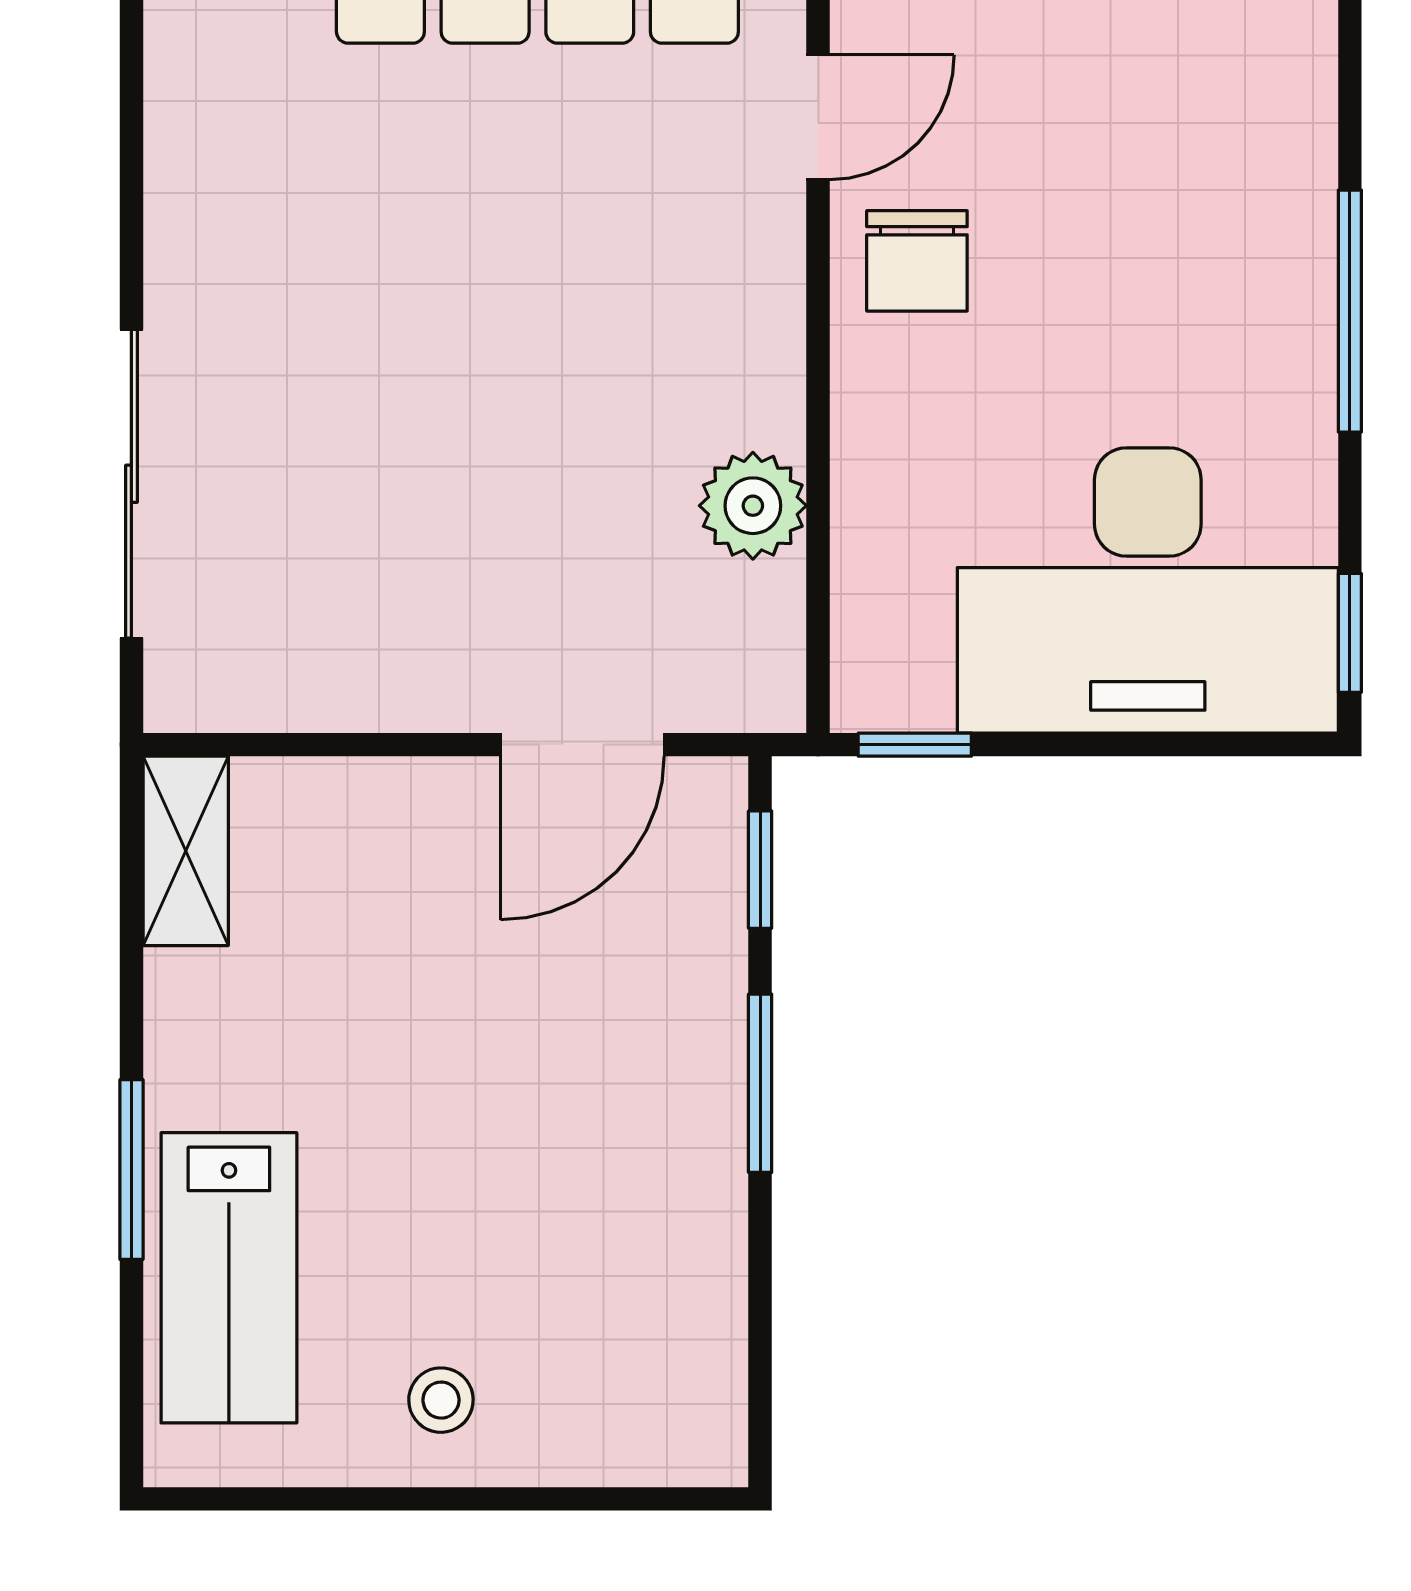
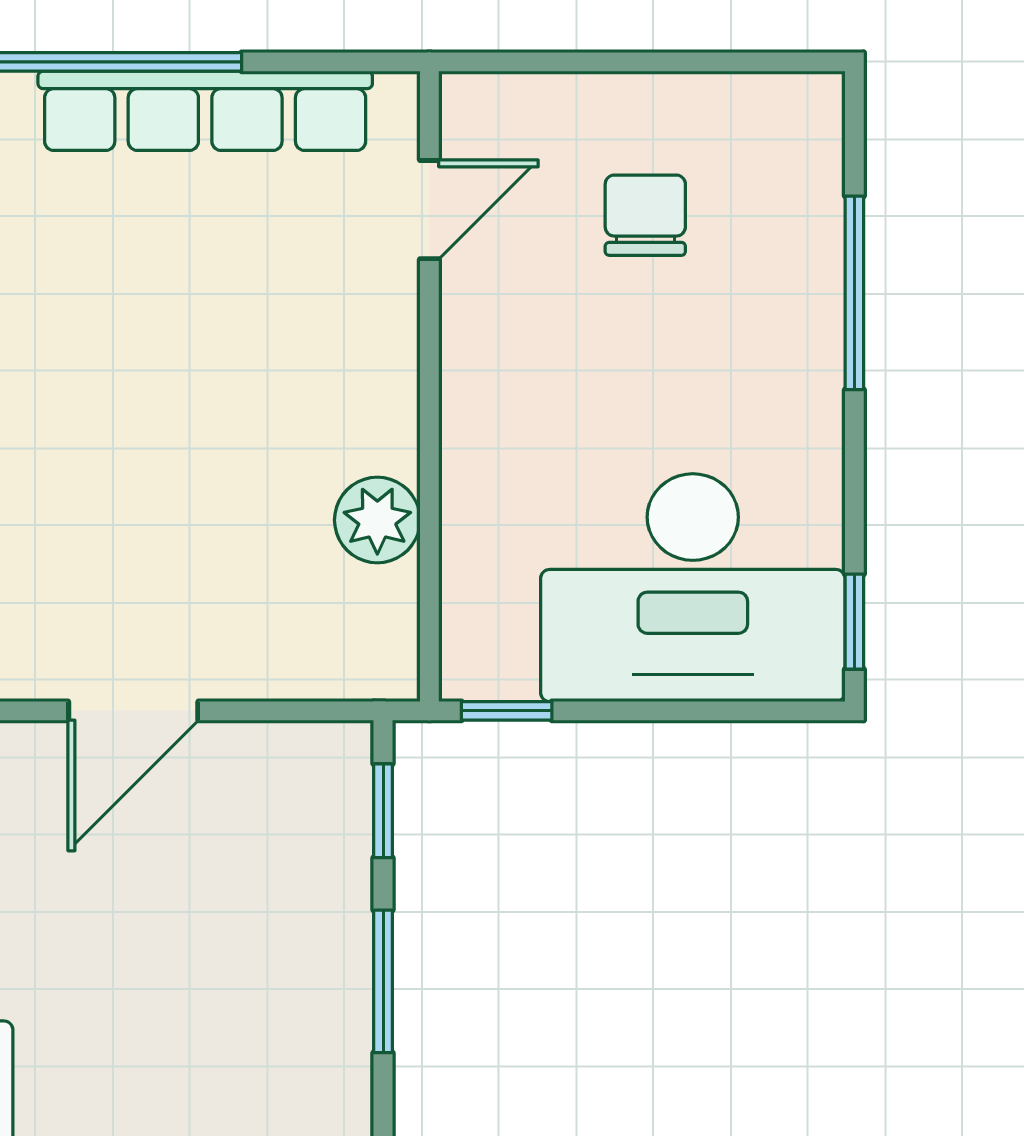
chair: (917, 261) -> (645, 215), moved, turned 180
window: (1350, 311) -> (854, 293), moved
door: (582, 745) -> (133, 711), moved

